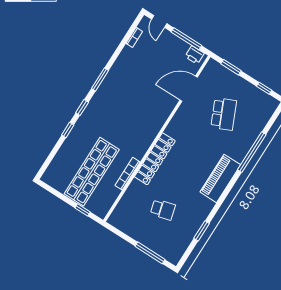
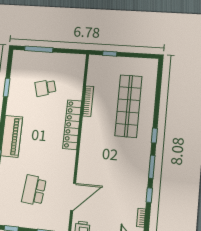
school desk: (224, 114) -> (34, 190), turned 30
window: (68, 130) -> (149, 195), moved
shop shelf: (92, 172) -> (128, 106), moved

